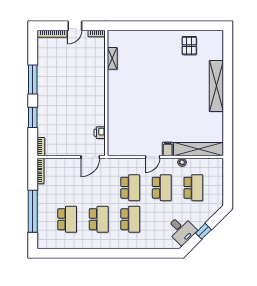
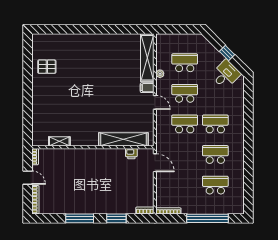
shelving: (216, 86) -> (123, 139), moved

